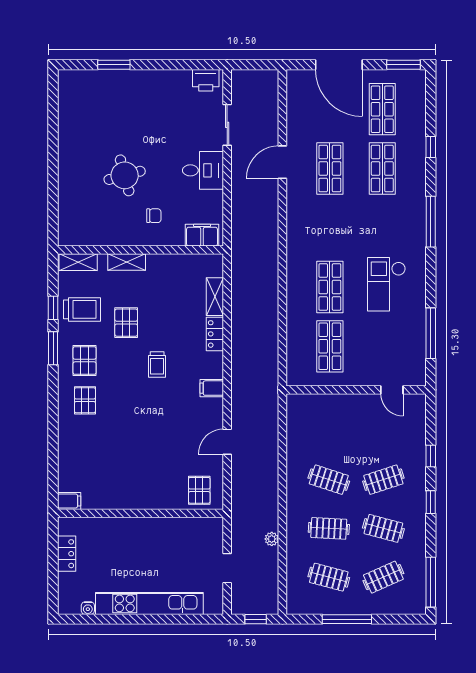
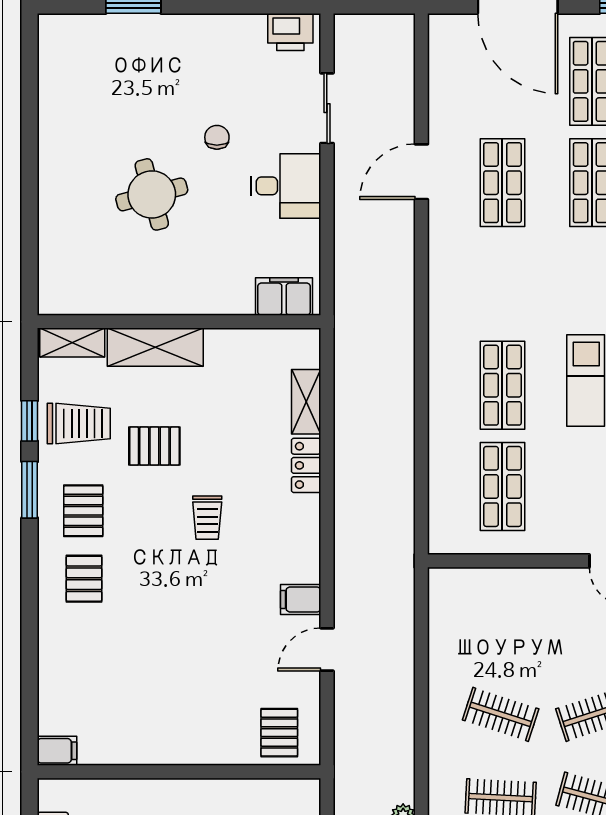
chair: (154, 216) -> (217, 137), moved, turned -90
shelving: (127, 262) -> (155, 347), width x1.50, depth x1.33
pallet: (126, 323) -> (154, 446), turned 90
filing cabinet: (212, 388) -> (301, 599), moved

